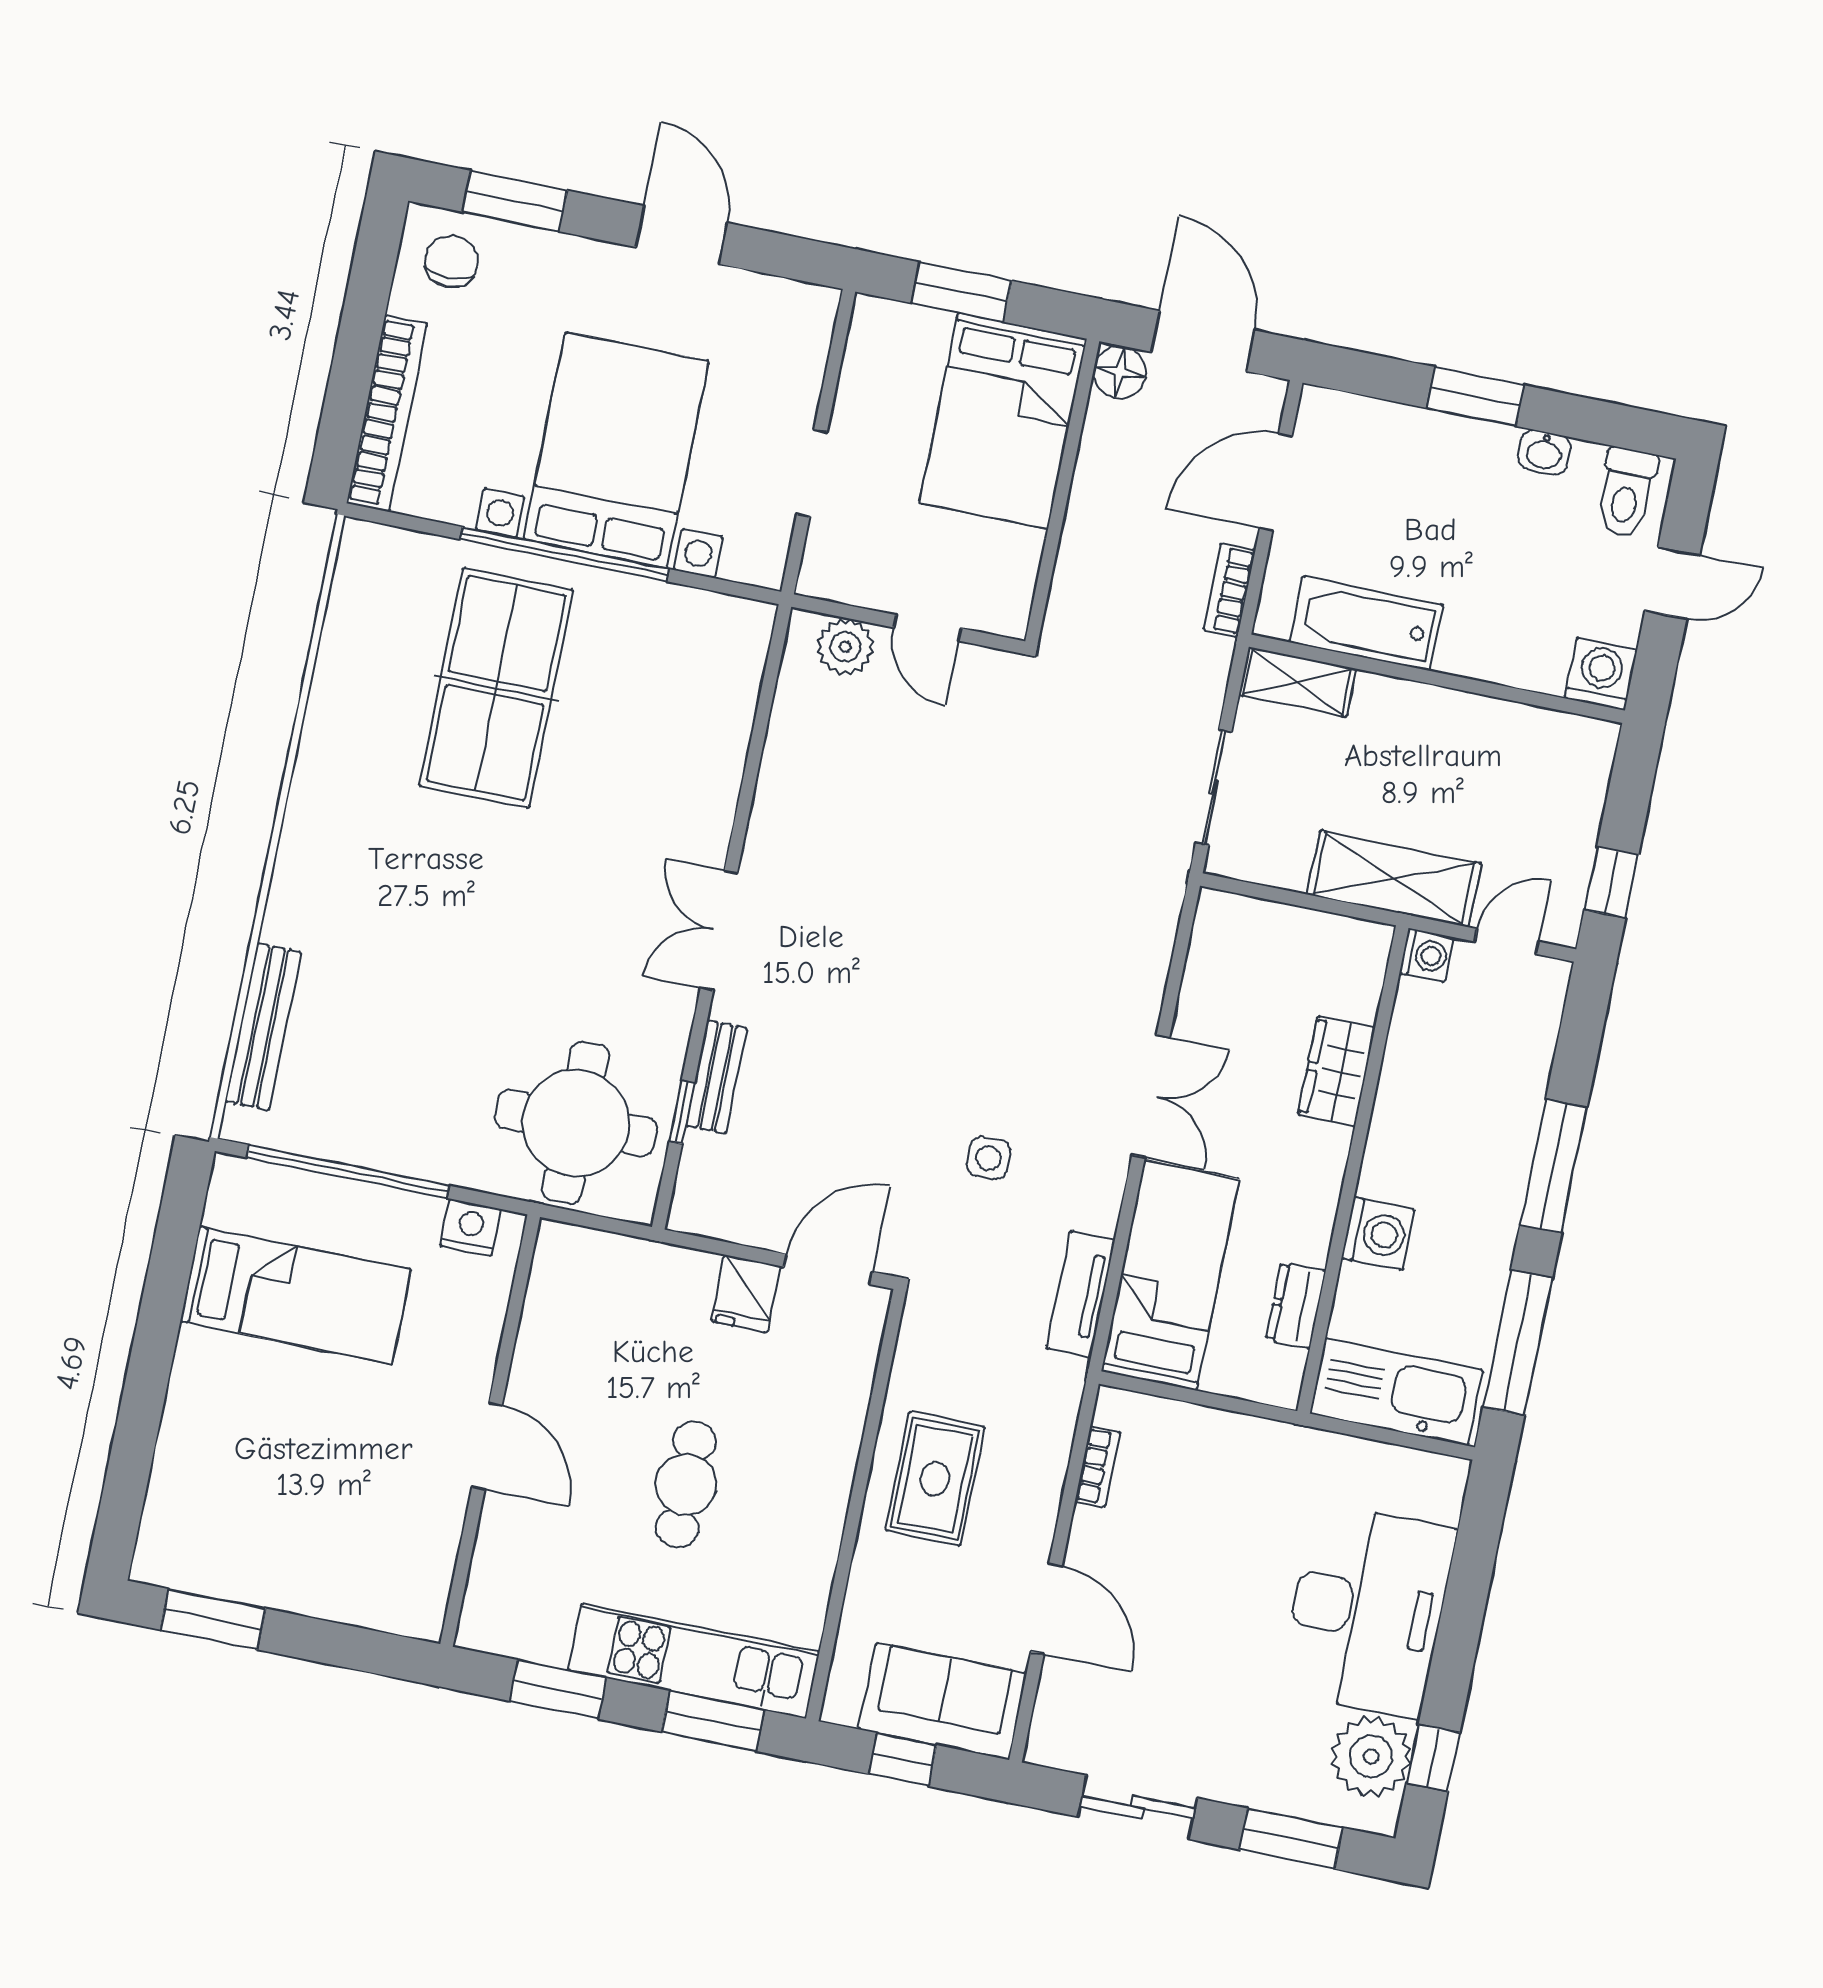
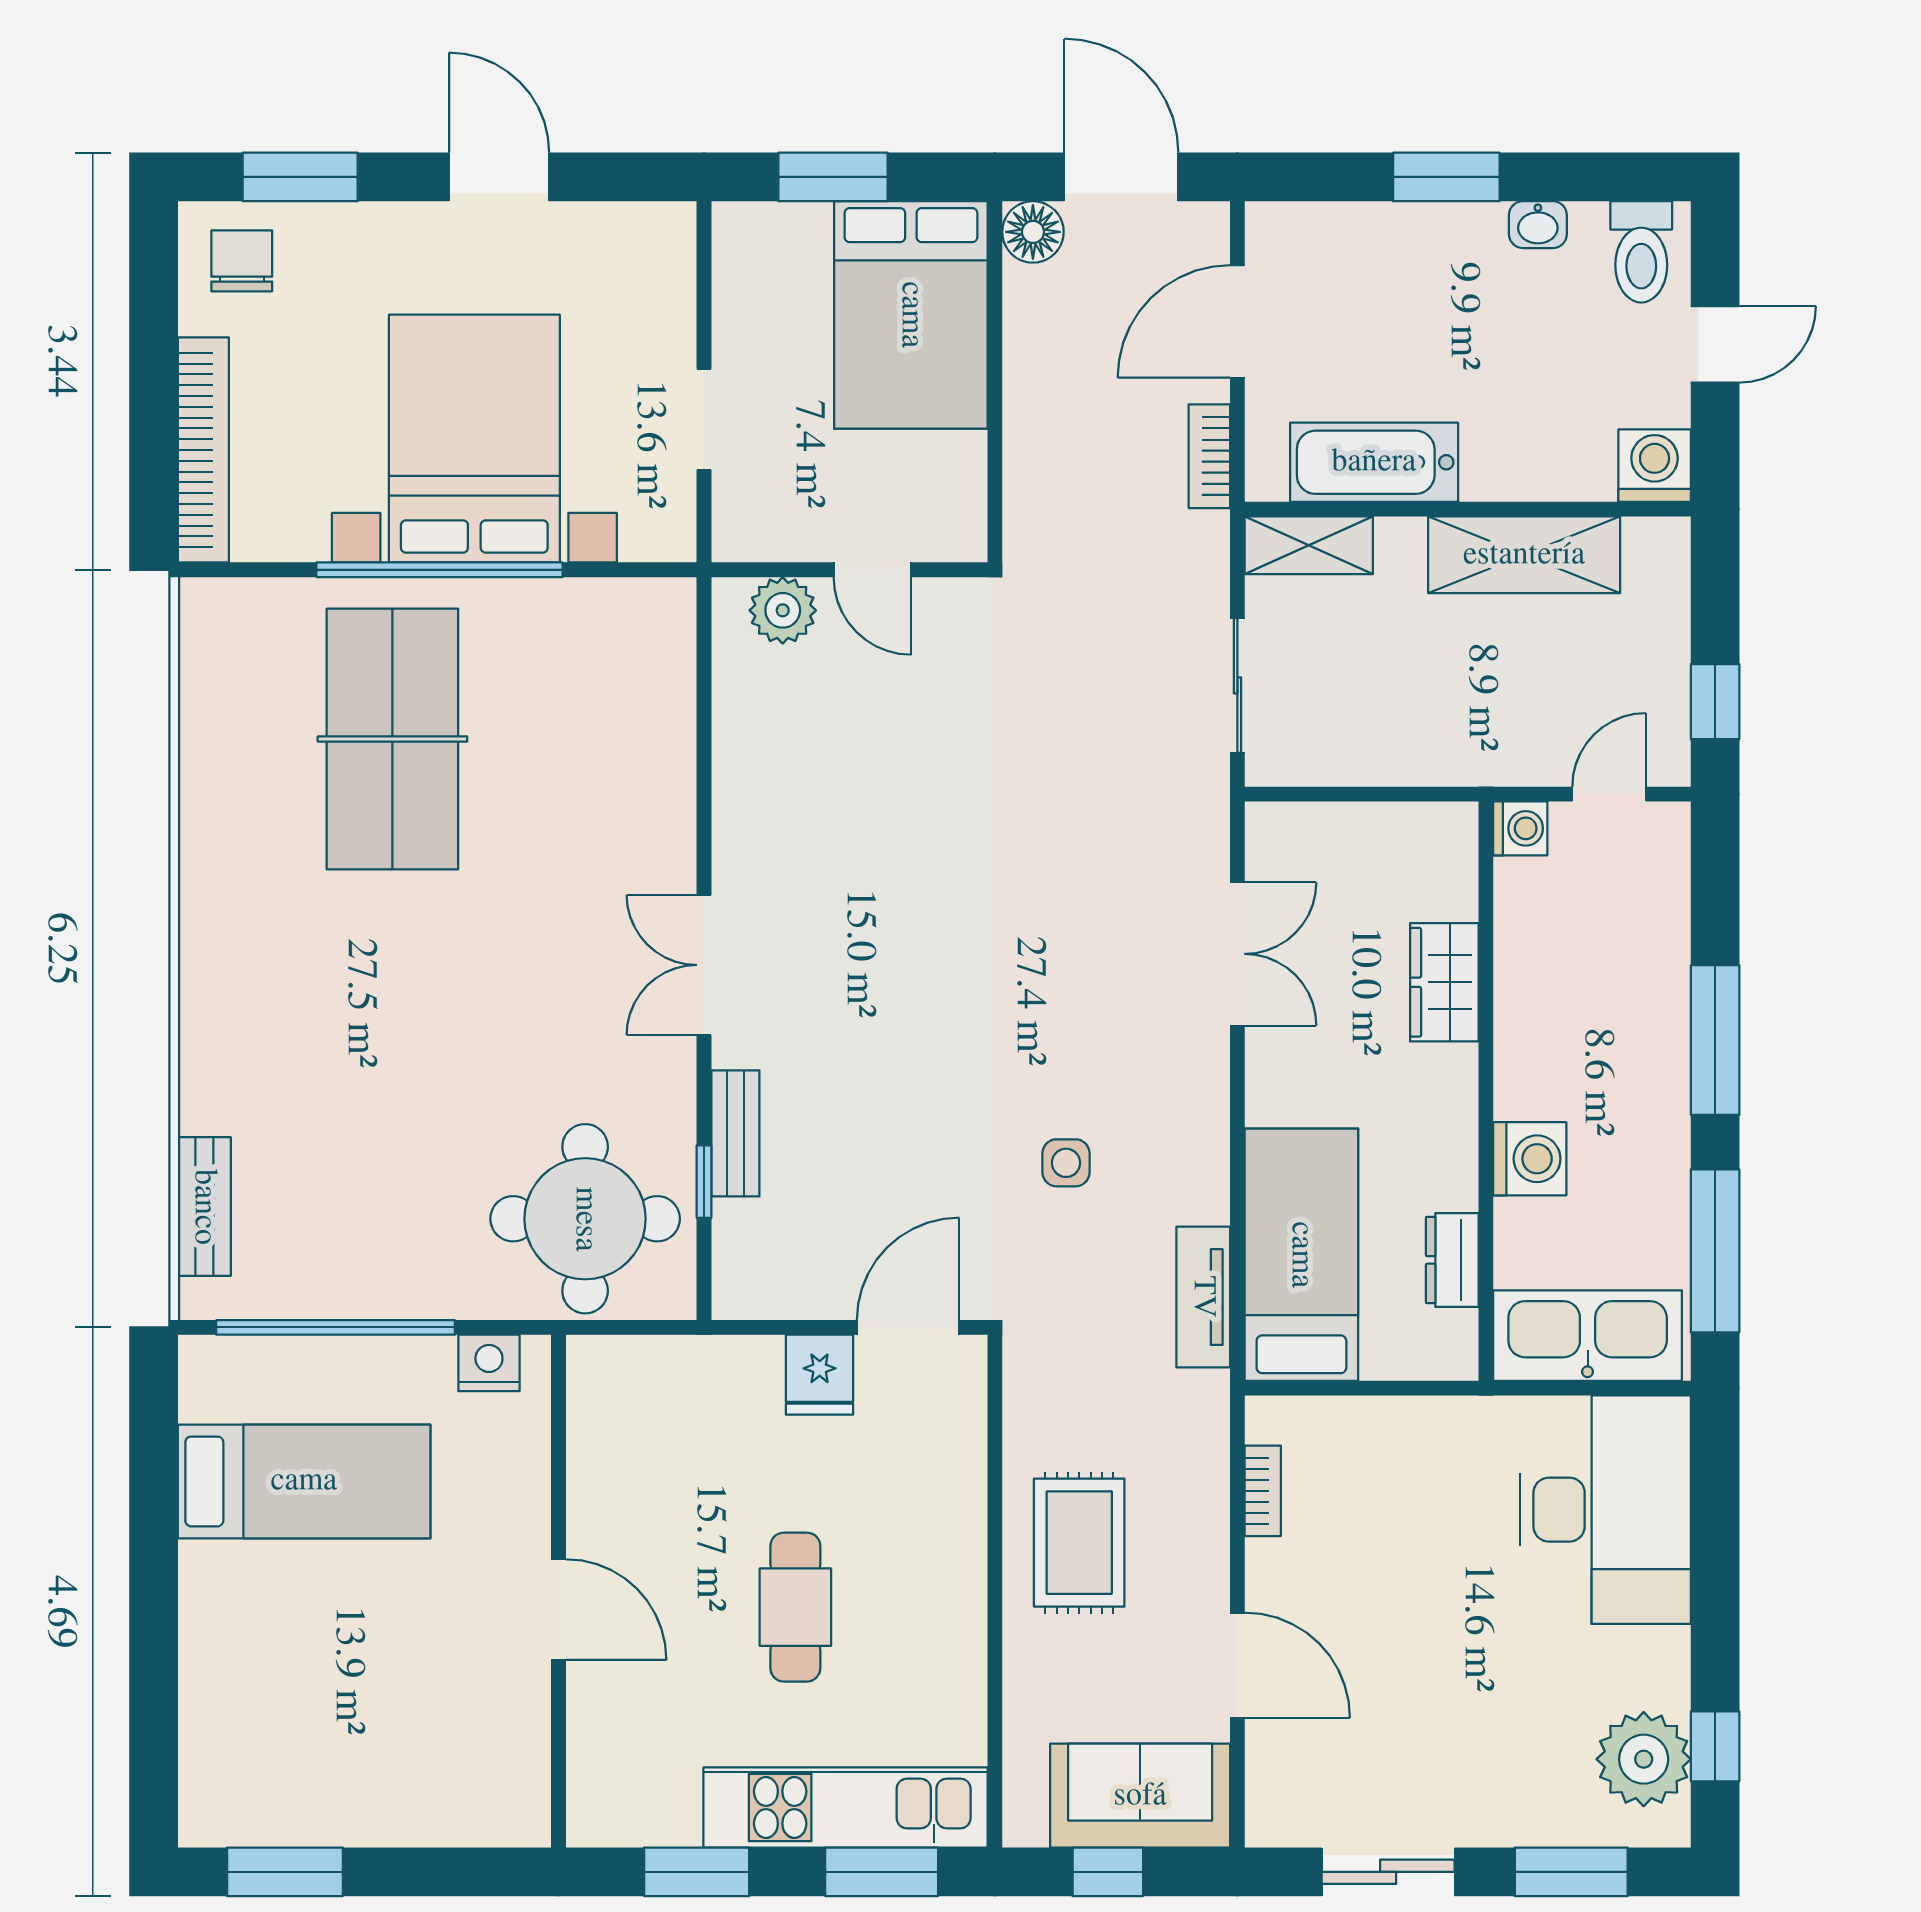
shelving: (1394, 879) -> (1524, 555), moved
bench: (263, 1027) -> (204, 1207), width x0.73
double door: (1151, 1096) -> (1237, 954), moved
desk: (1367, 1611) -> (1605, 1510), moved

